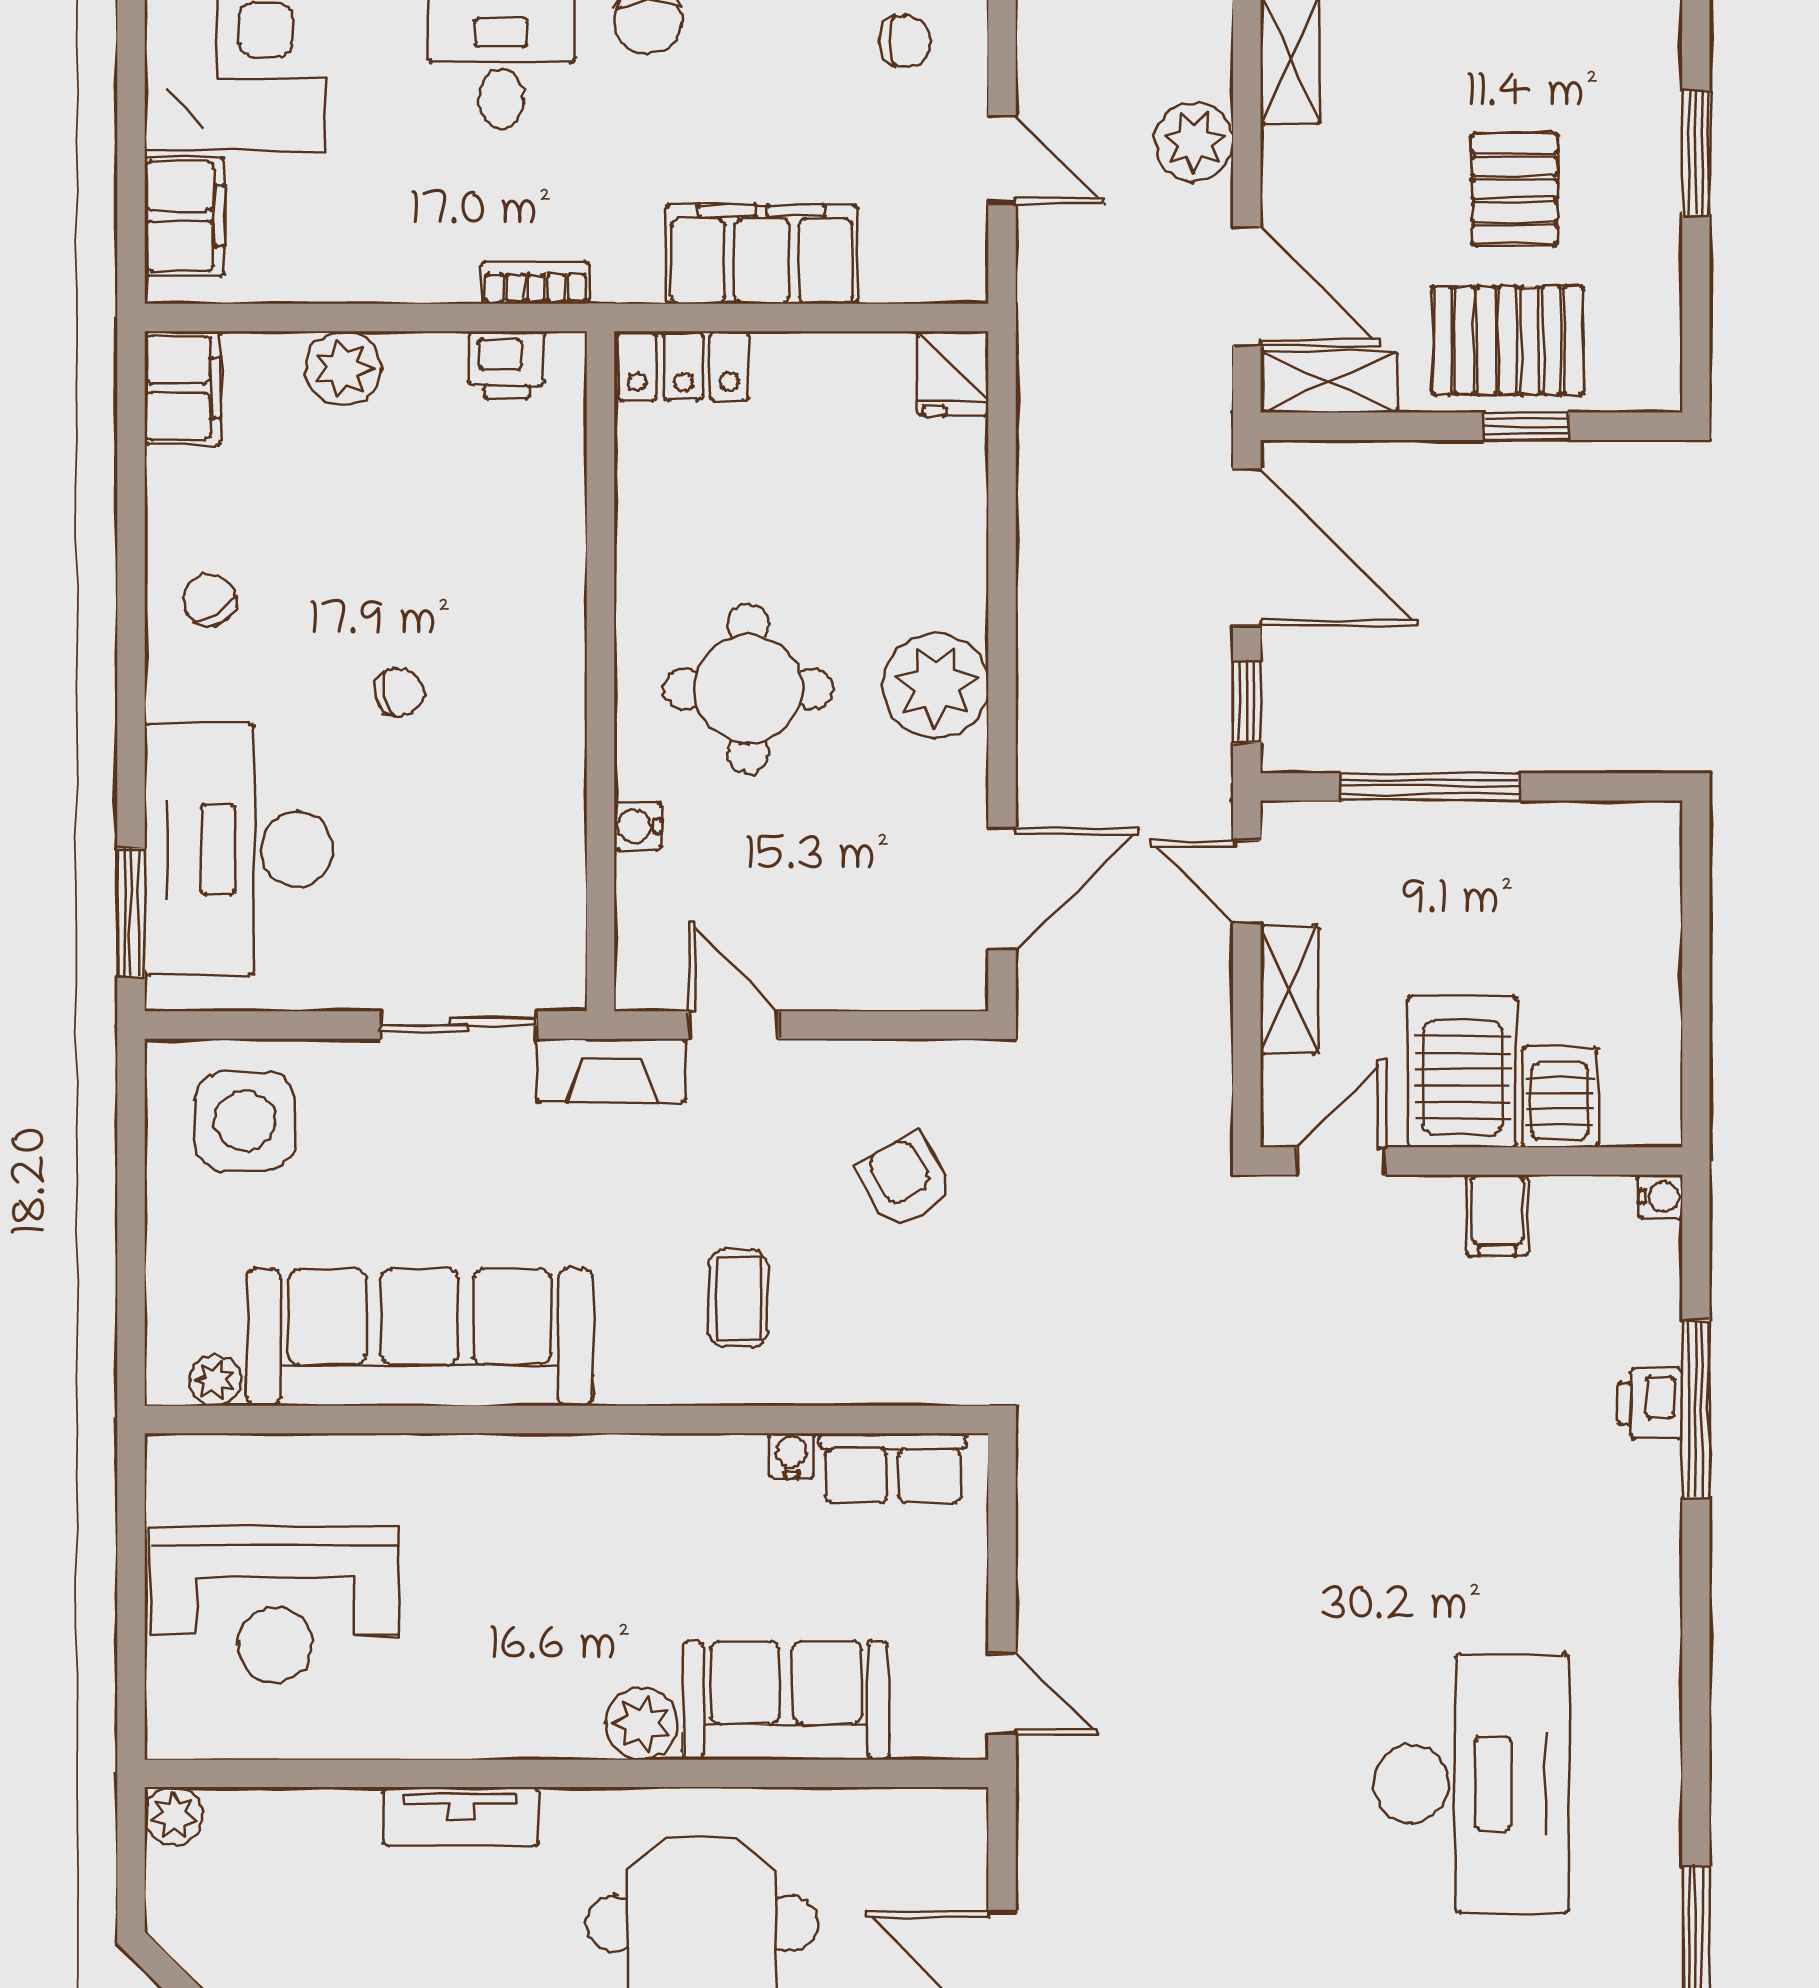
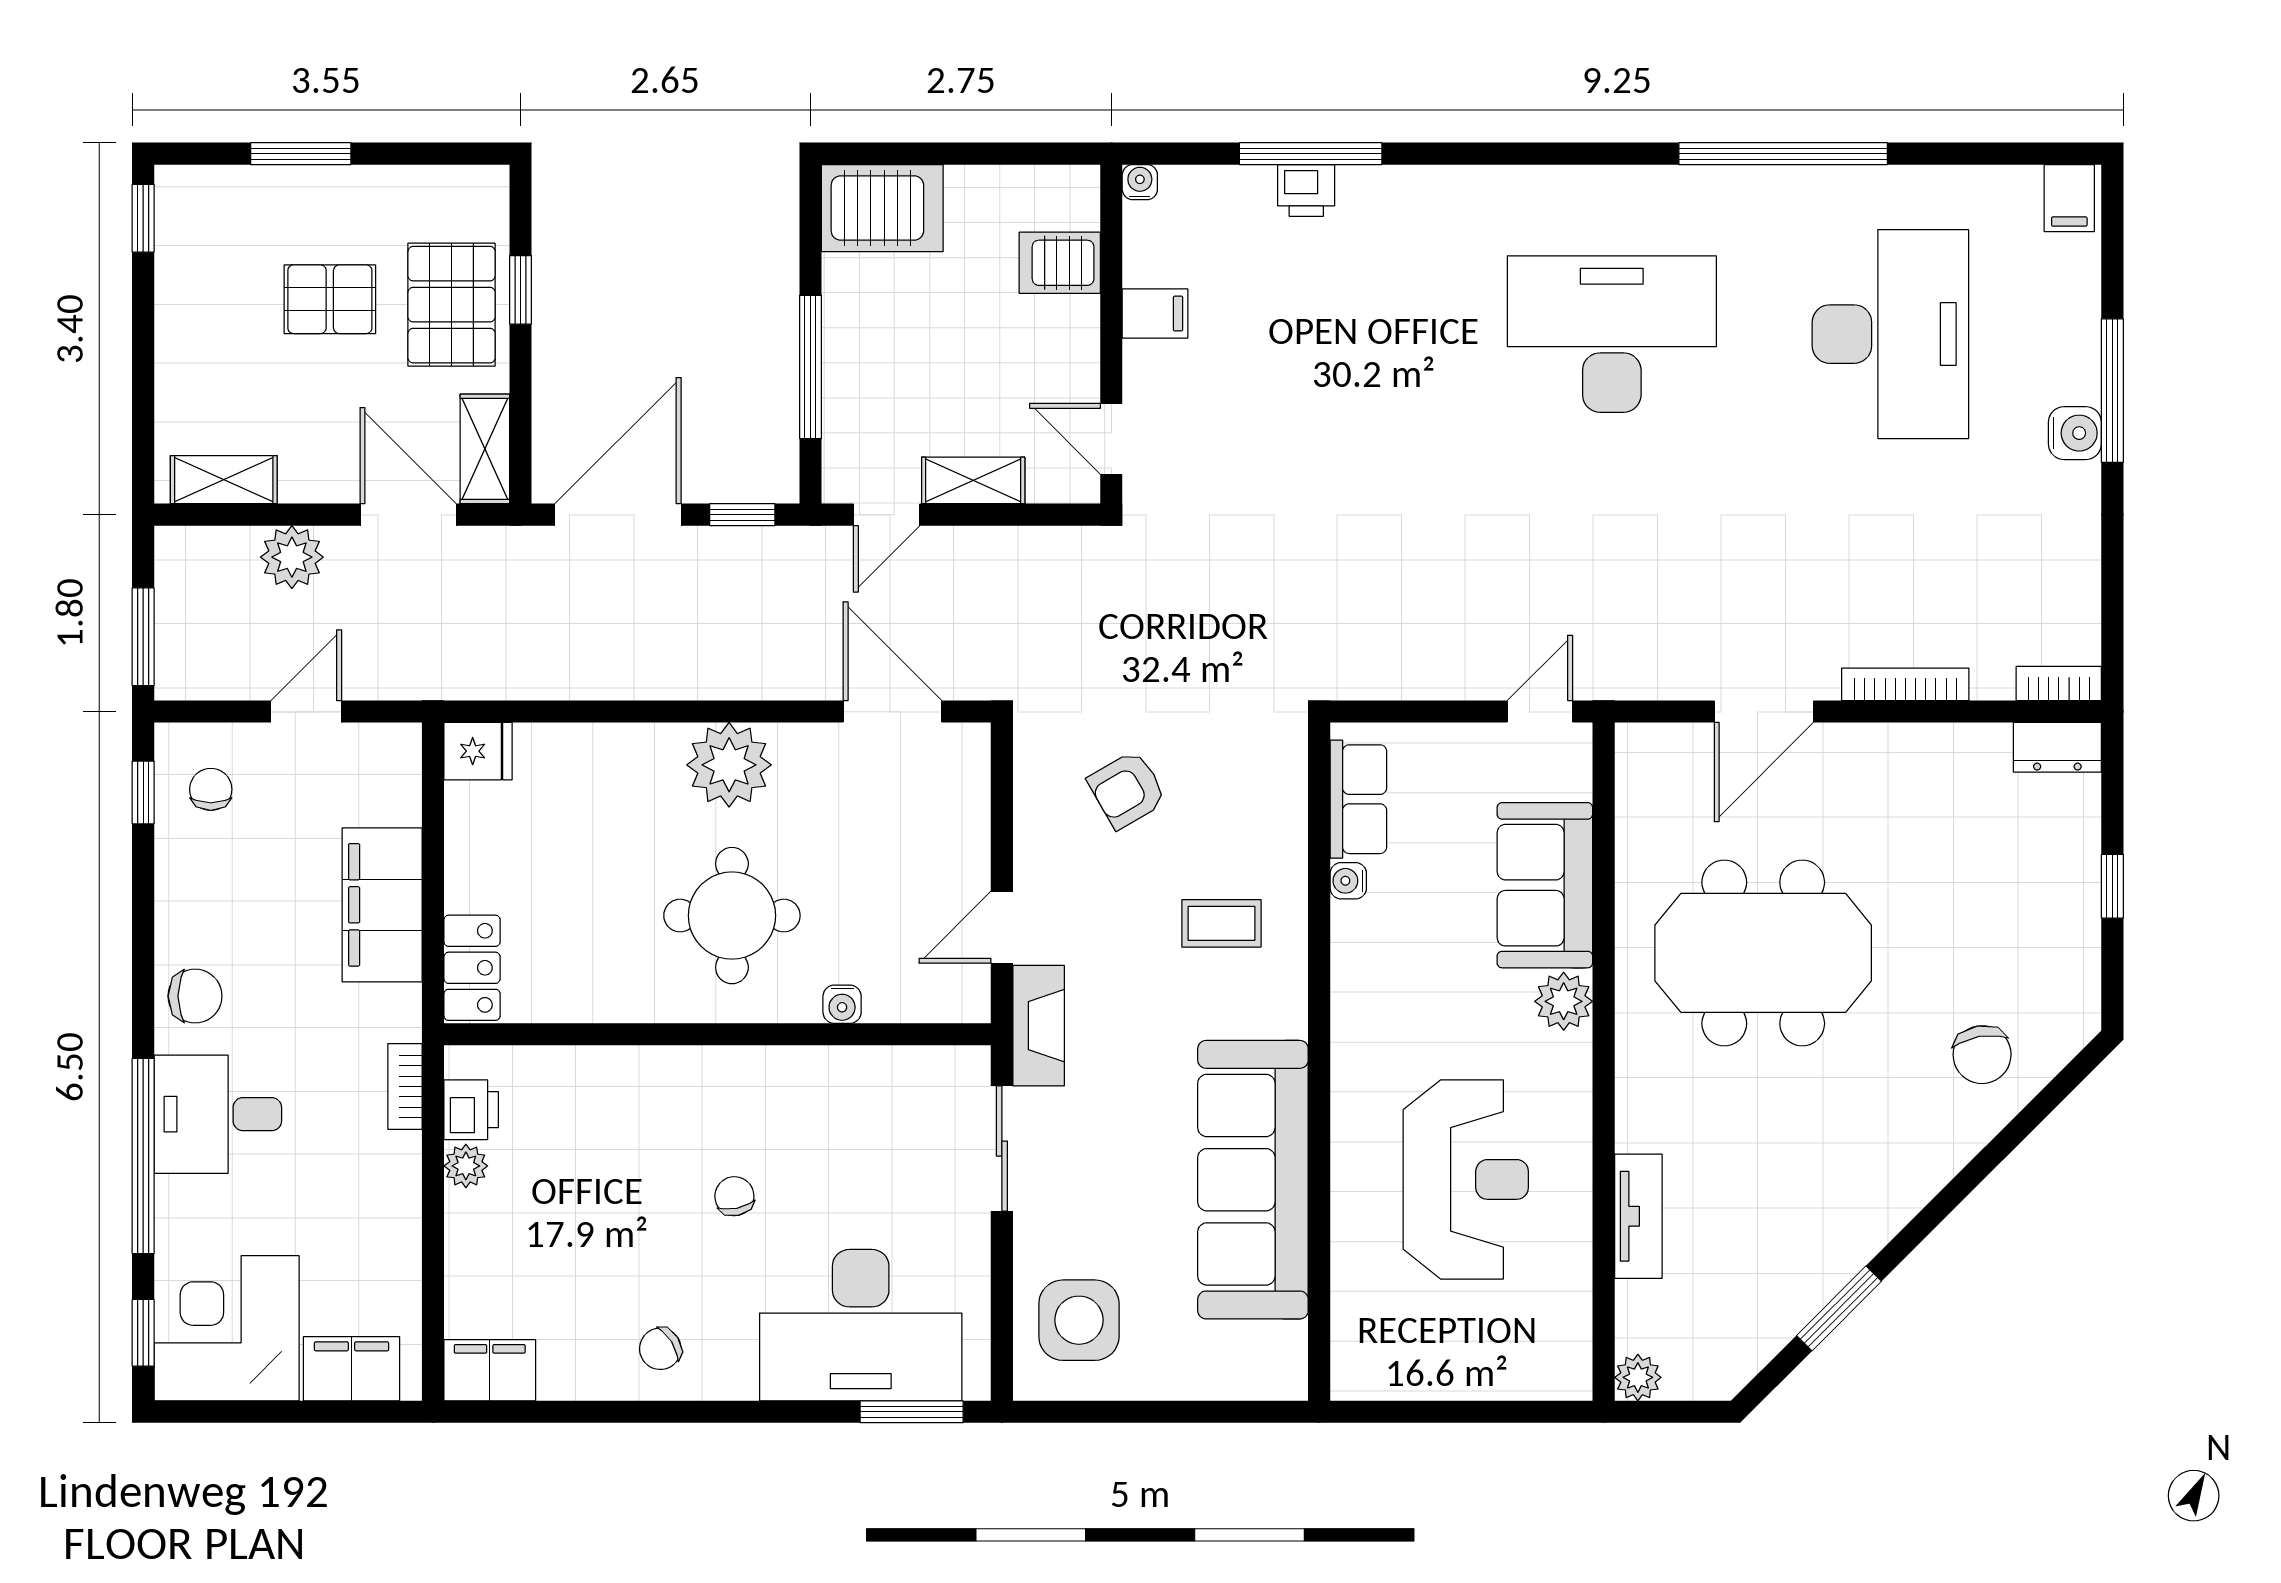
door: (1247, 286) -> (408, 515), hinge flipped
plant: (343, 368) -> (466, 1166), moved, width x0.73, depth x0.73
server rack: (1462, 1072) -> (882, 208), moved, turned 180
plant: (215, 1380) -> (1288, 1344), removed
reception desk: (275, 1605) -> (1466, 1179), moved
tv unit: (461, 1816) -> (1638, 1216), moved

